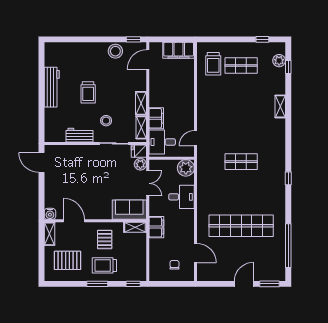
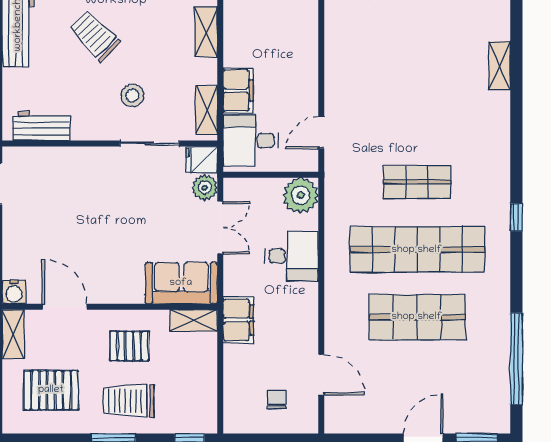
trolley: (88, 92) -> (94, 36), turned 135
shelving: (141, 103) -> (206, 32), moved
workbench: (79, 135) -> (41, 126), moved
shop shelf: (241, 194) -> (417, 250), added
shop shelf: (241, 226) -> (417, 317), width x0.71
pallet: (105, 239) -> (129, 346), turned 90

